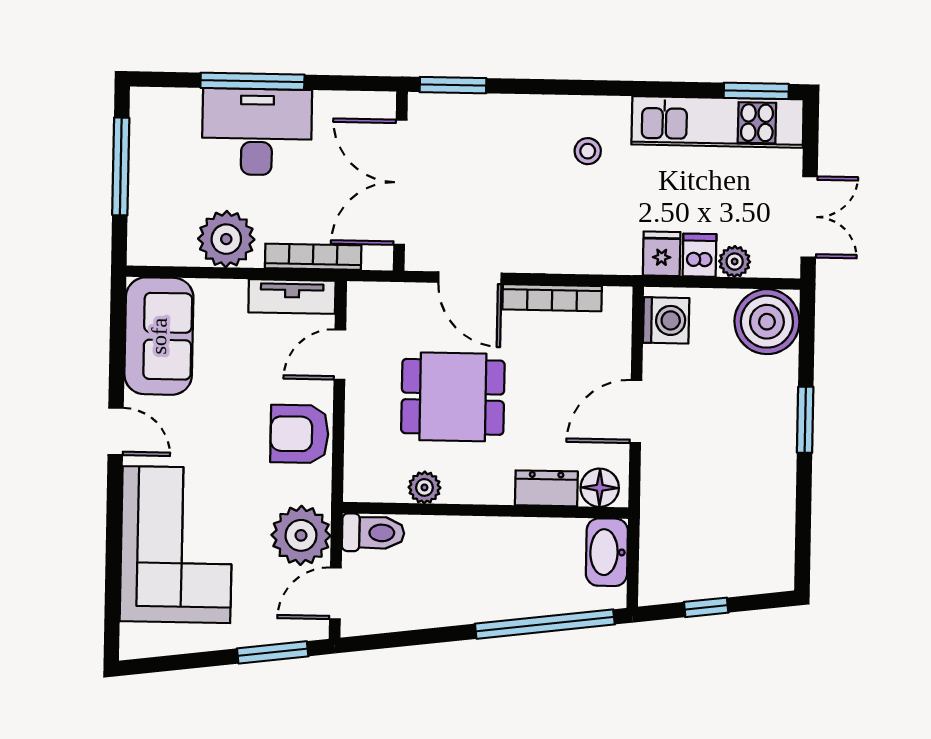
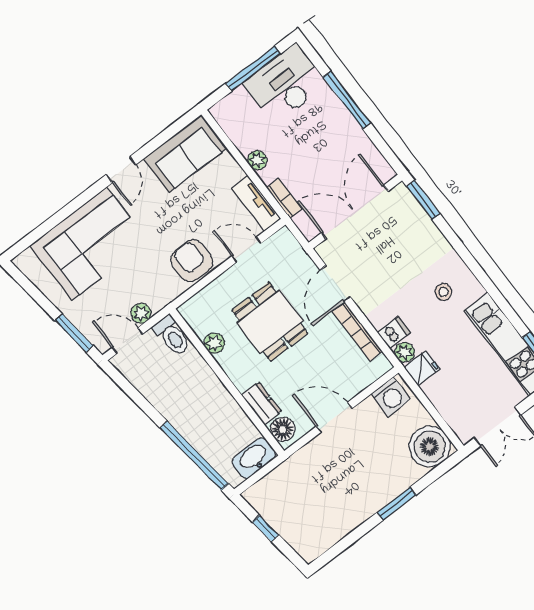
desk: (257, 132) -> (285, 84), moved, turned -90
plant: (226, 239) -> (257, 160), width x0.53, depth x0.53
dishwasher: (700, 255) -> (394, 333), moved
bookcase: (313, 257) -> (284, 198), width x0.64
plant: (735, 262) -> (405, 352), moved
plant: (301, 535) -> (141, 313), width x0.53, depth x0.53

